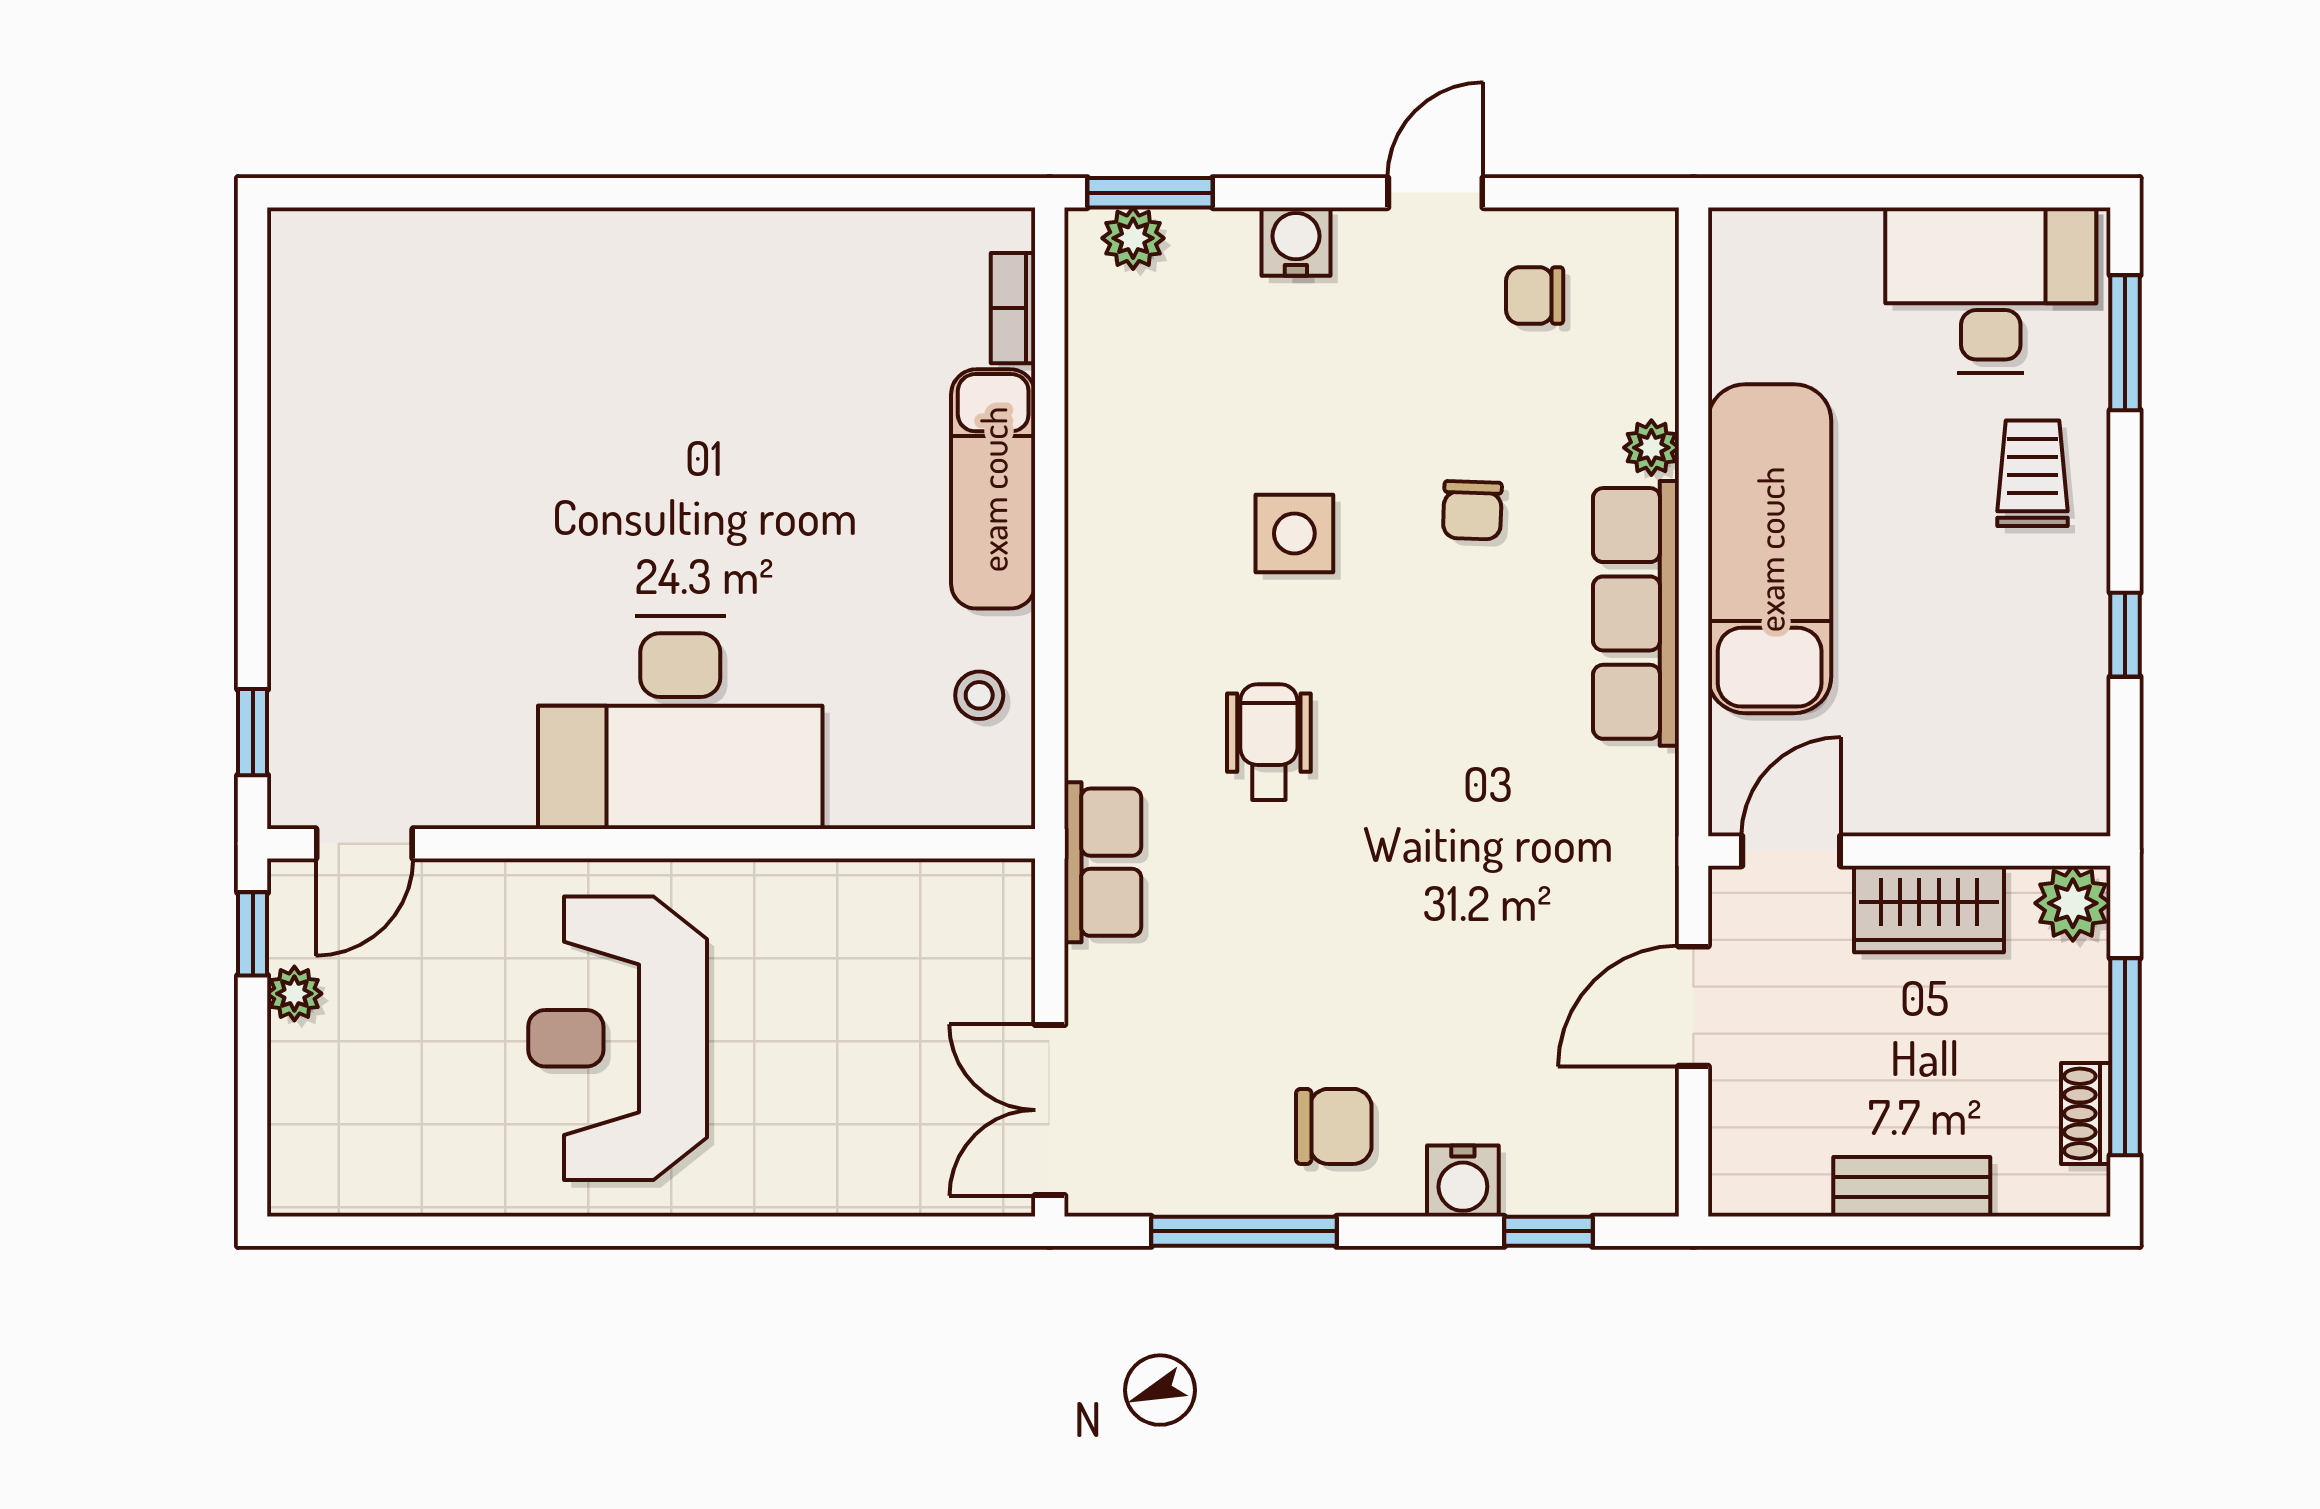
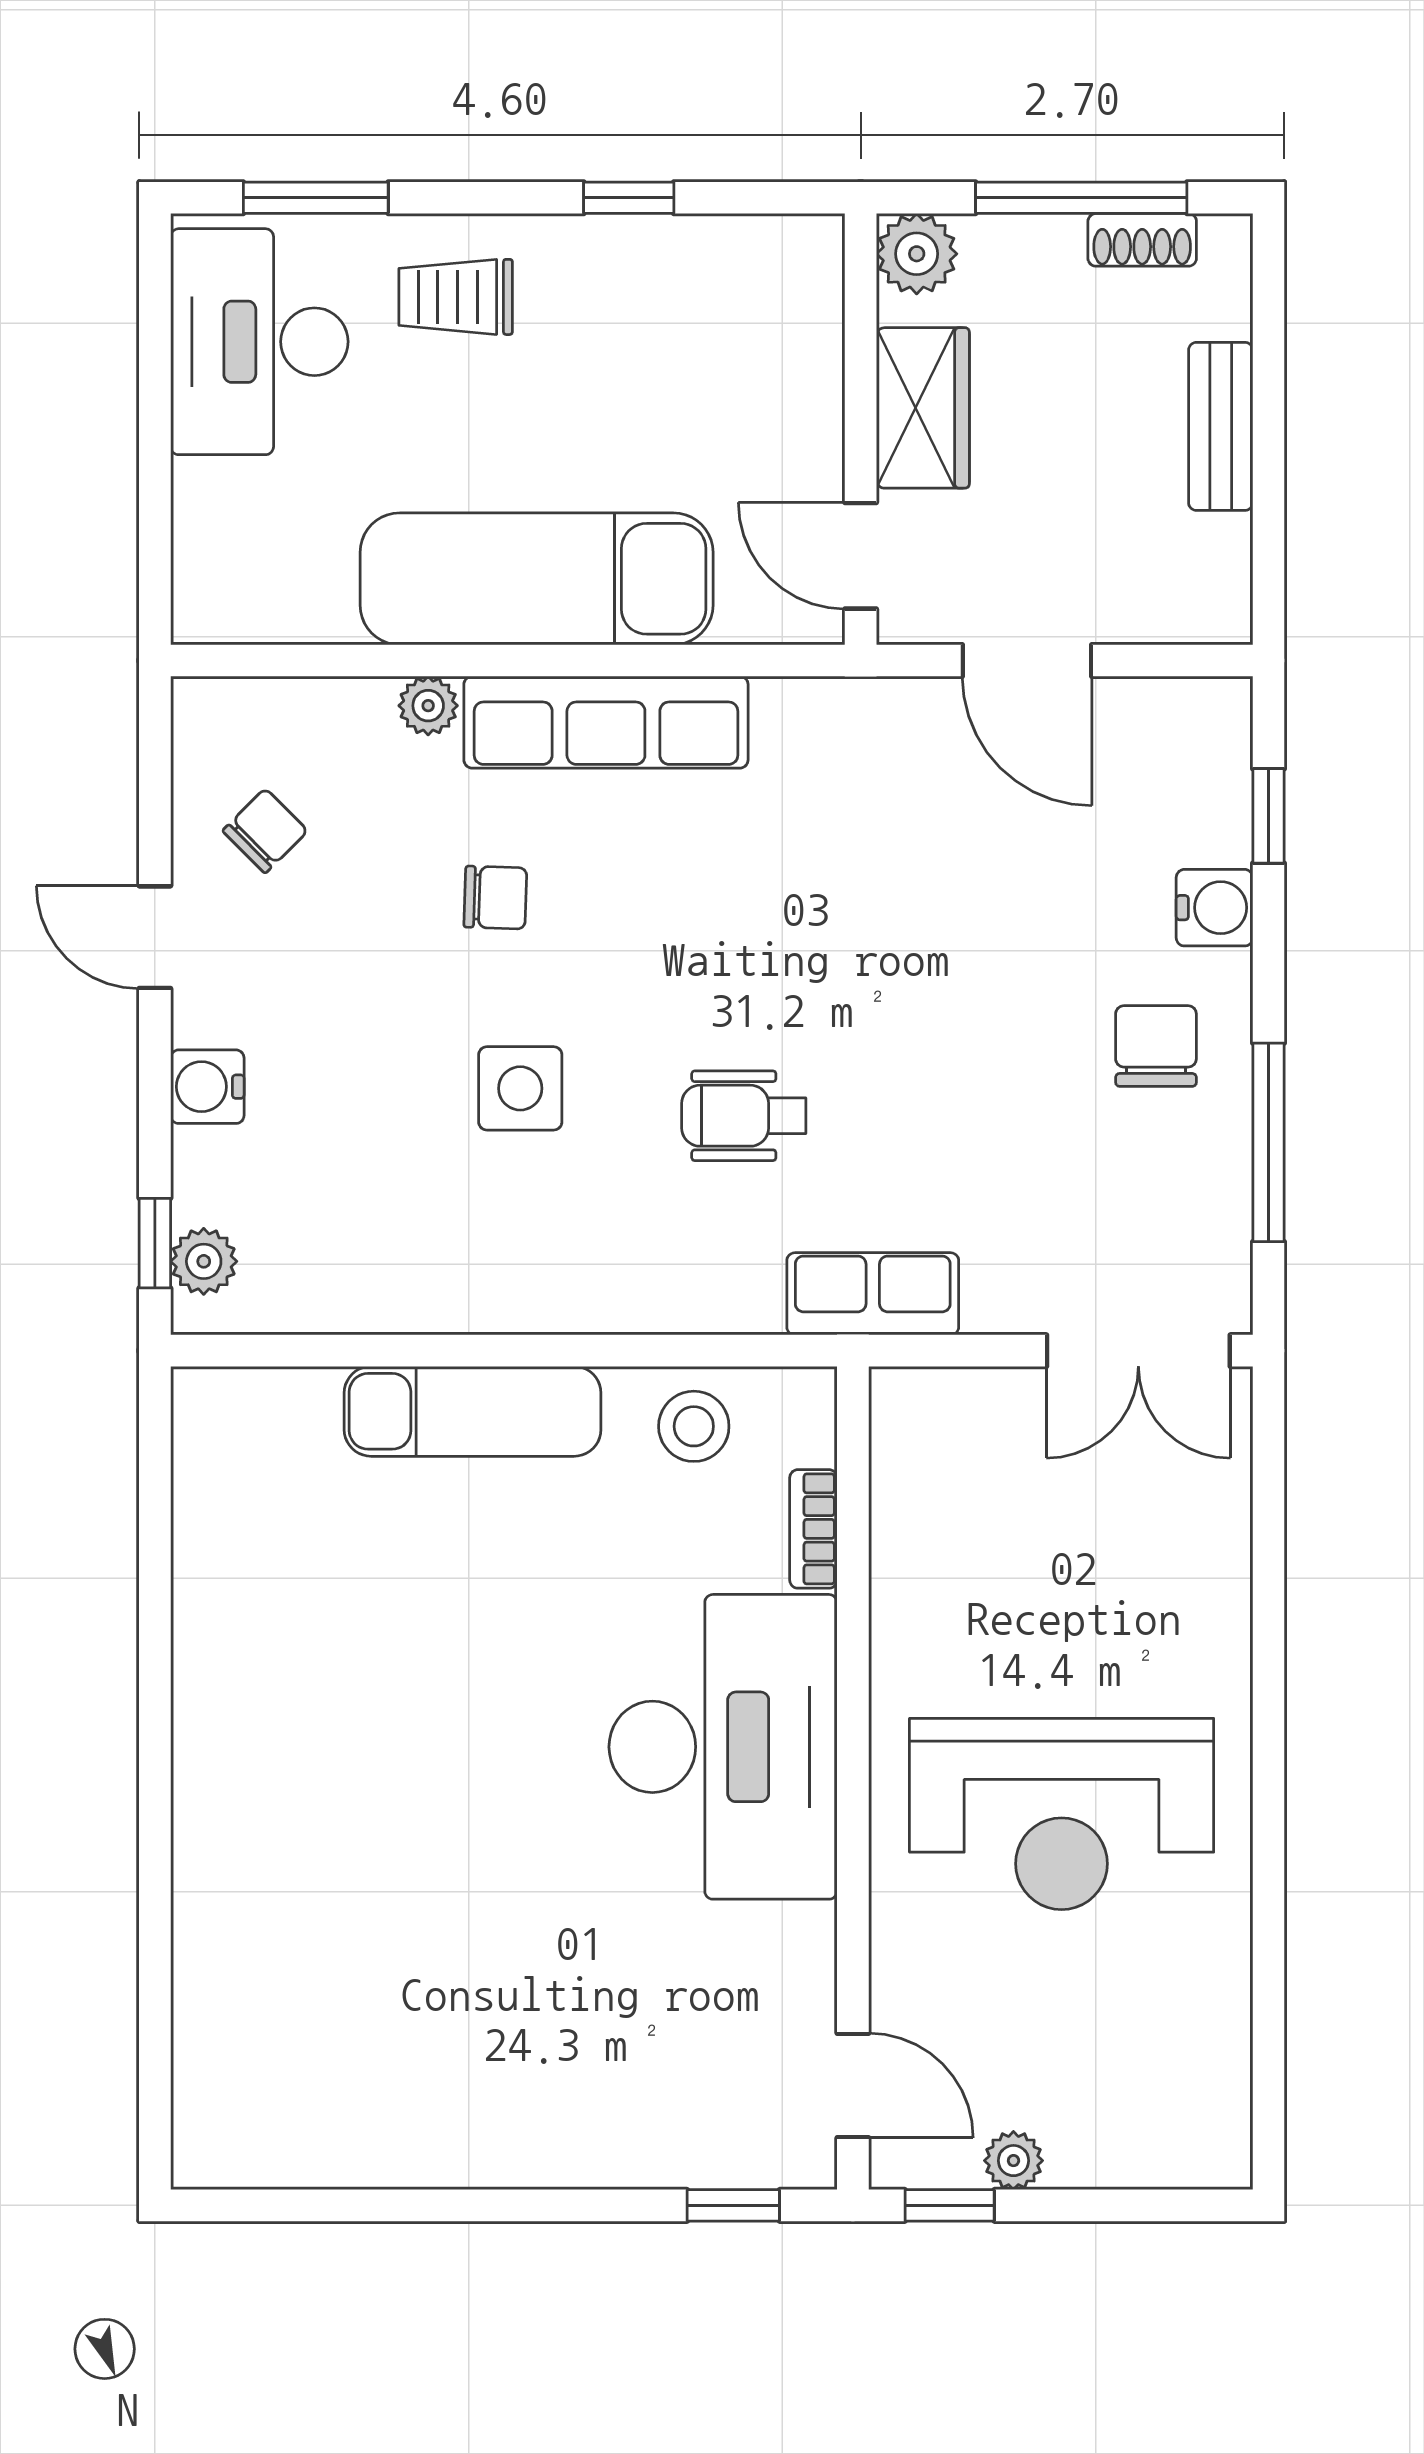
window: (1150, 193) -> (155, 1243), width x0.67
chair: (1535, 296) -> (265, 831), turned -135
bookcase: (1013, 308) -> (813, 1529), moved, turned 90
stool: (979, 695) -> (694, 1426), width x1.37, depth x1.37

